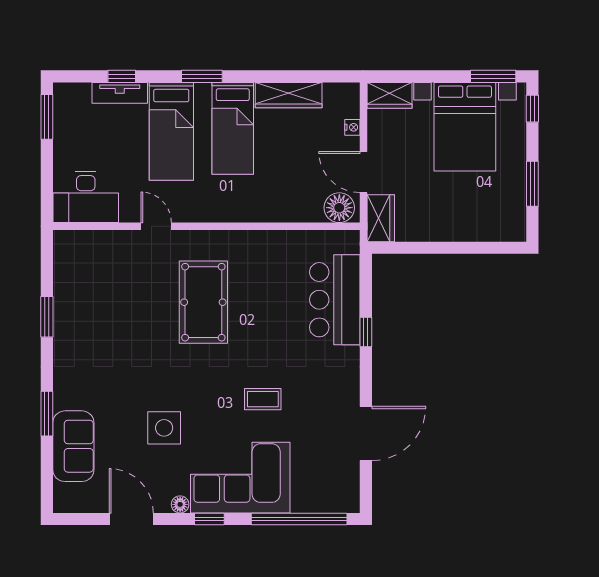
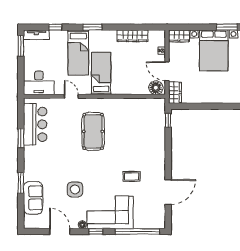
tv unit: (120, 93) -> (36, 35), moved
bed: (233, 128) -> (101, 73), moved, turned 180
bar counter: (335, 300) -> (35, 124), moved, turned 180
window: (366, 332) -> (168, 120), moved
coffee table: (263, 399) -> (132, 176), moved

